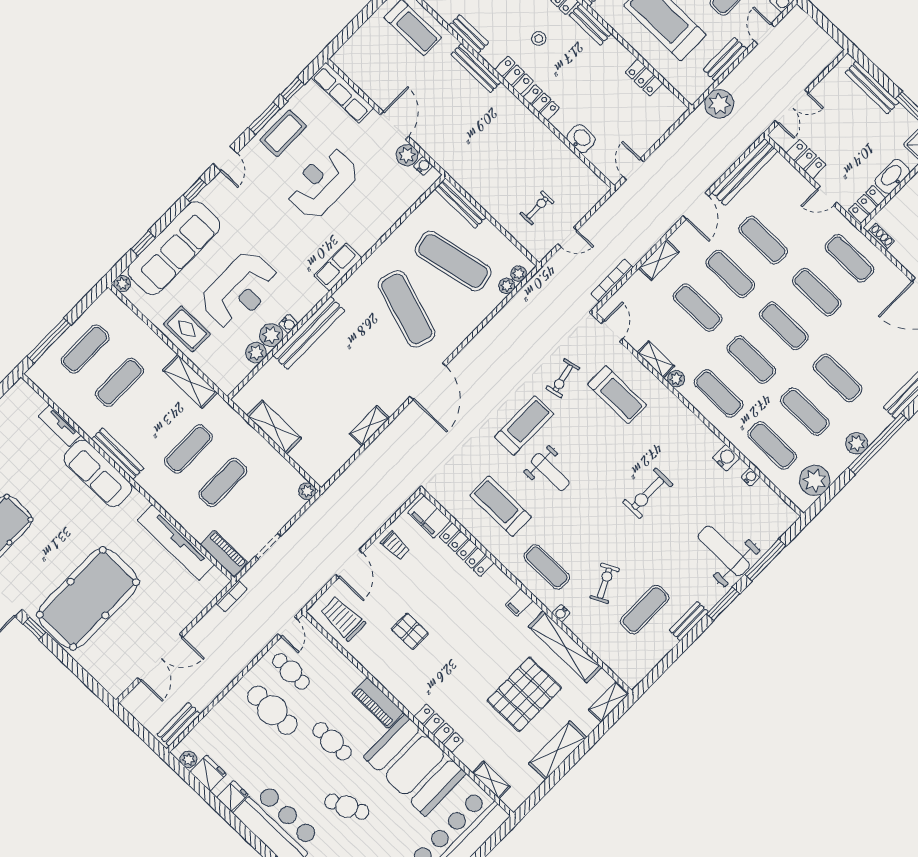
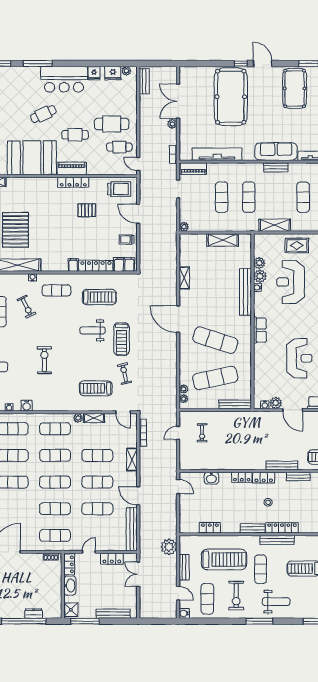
bench: (118, 454) -> (276, 167), width x0.73
filing cabinet: (519, 603) -> (73, 265), moved
plant: (195, 636) -> (172, 124), added
locker: (439, 728) -> (73, 182), moved

